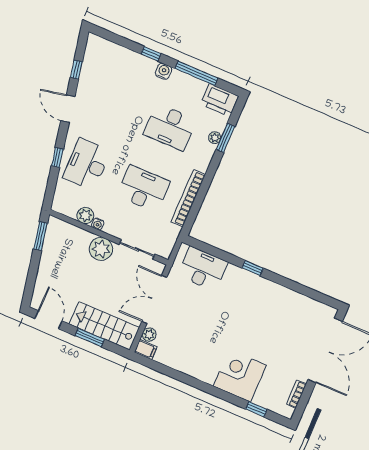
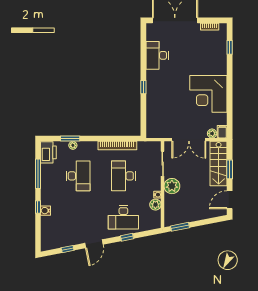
water cooler: (164, 71) -> (45, 211), moved
desk: (203, 269) -> (157, 55), moved
corner desk: (240, 376) -> (208, 94), moved, width x1.36, depth x1.36

